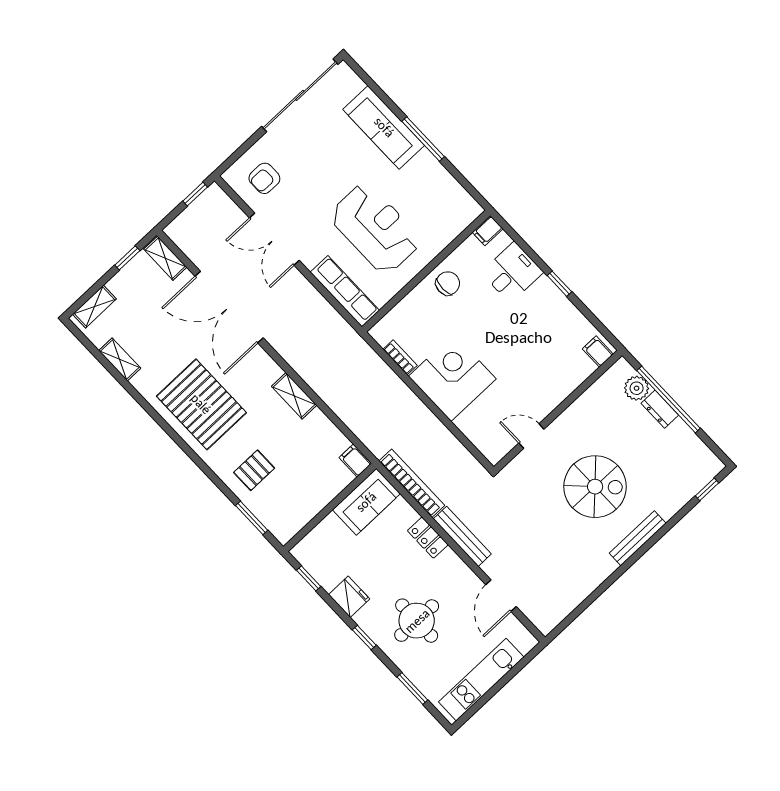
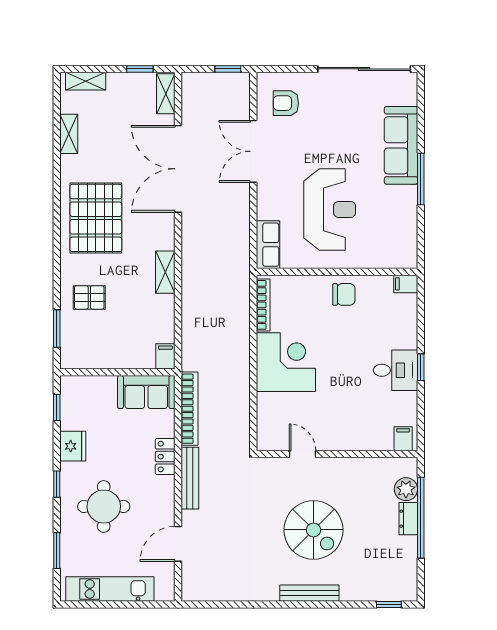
desk: (512, 272) -> (395, 370), moved
row of seats: (345, 291) -> (268, 245), width x0.68
bookcase: (400, 357) -> (263, 305), width x1.56

